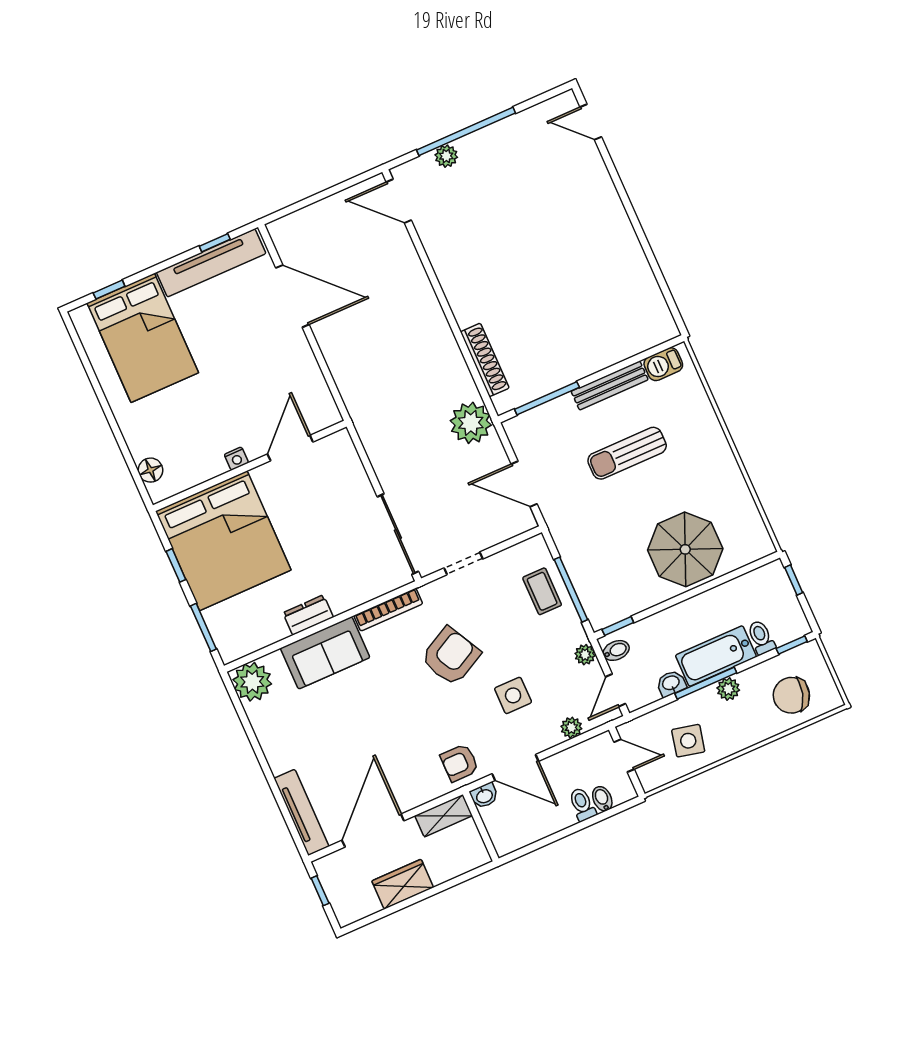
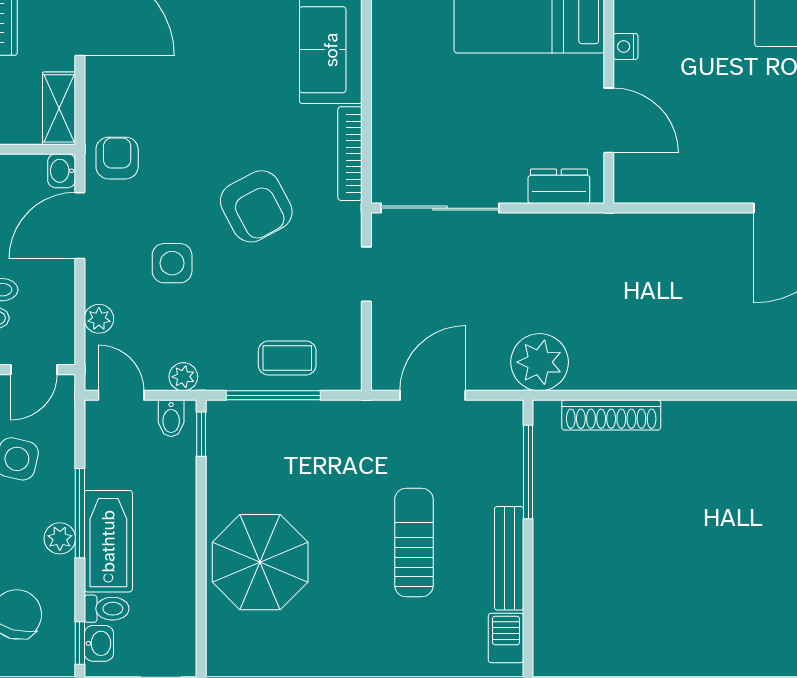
dresser: (308, 615) -> (559, 186), moved, turned -90
washbasin: (671, 683) -> (99, 643), moved

